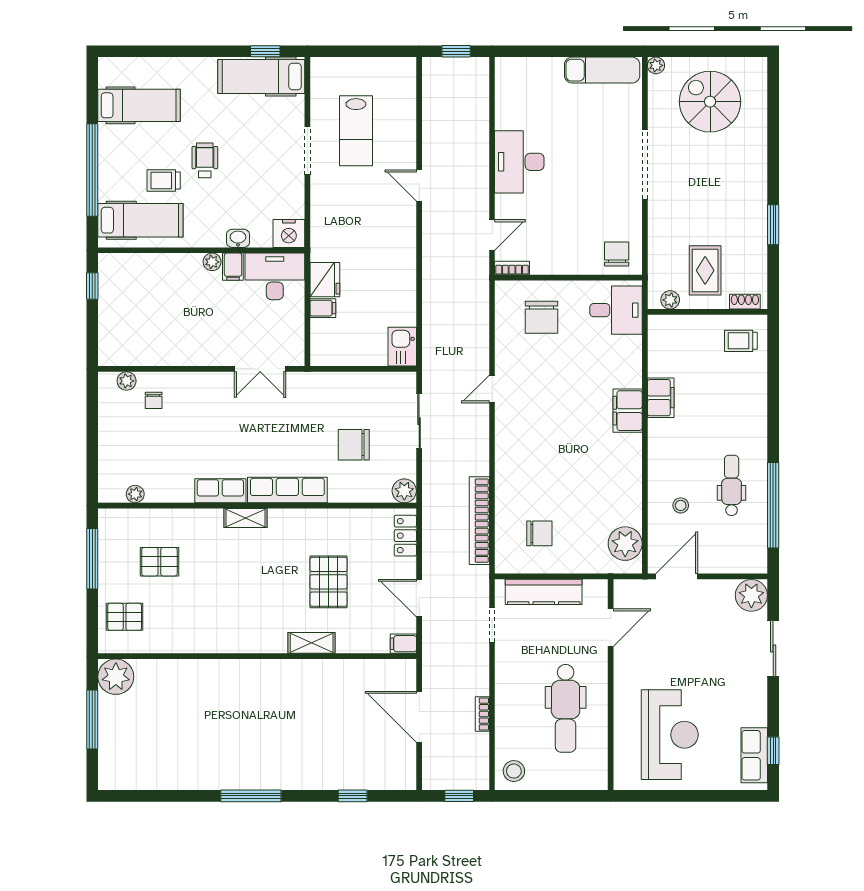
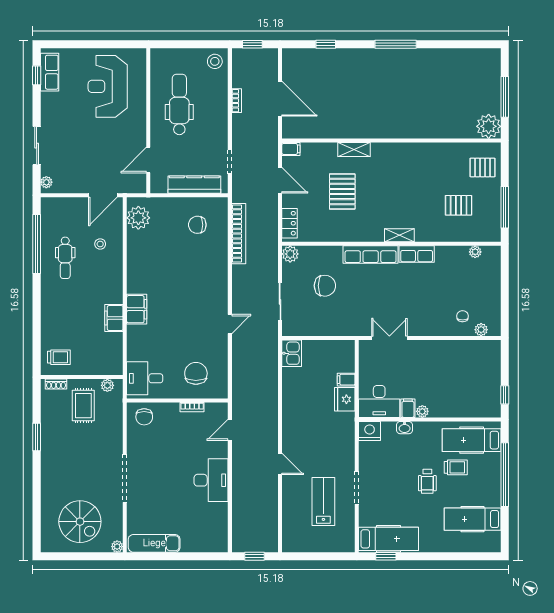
bookcase: (512, 268) -> (192, 407), moved
plant: (751, 595) -> (46, 182), width x0.53, depth x0.53

